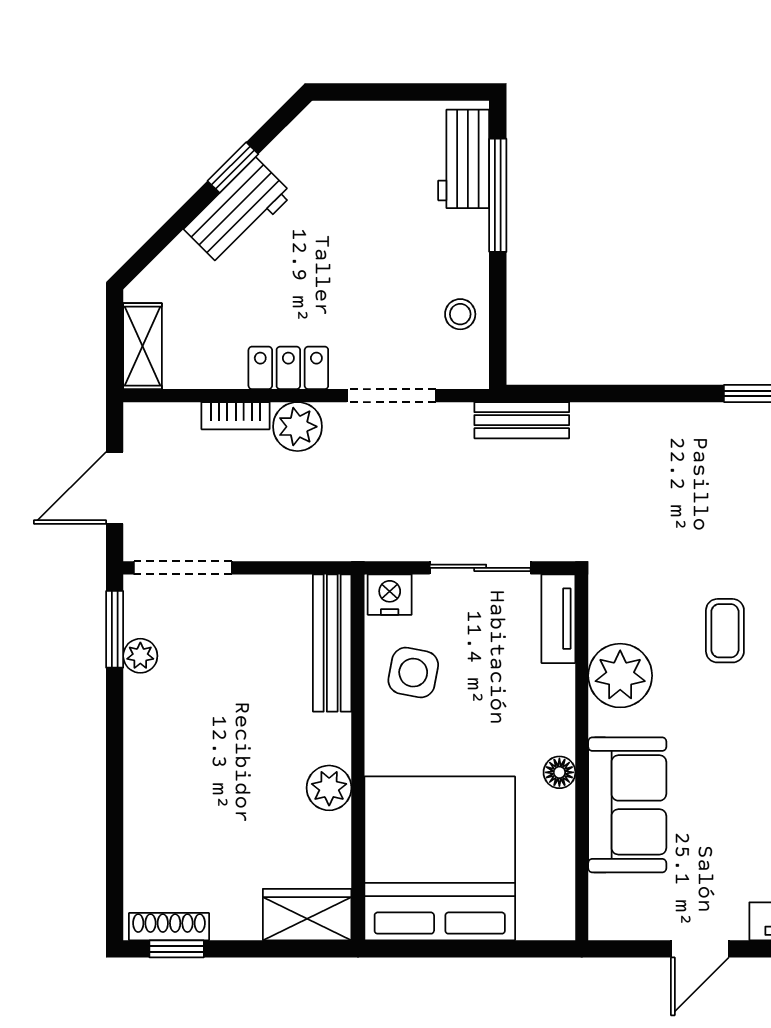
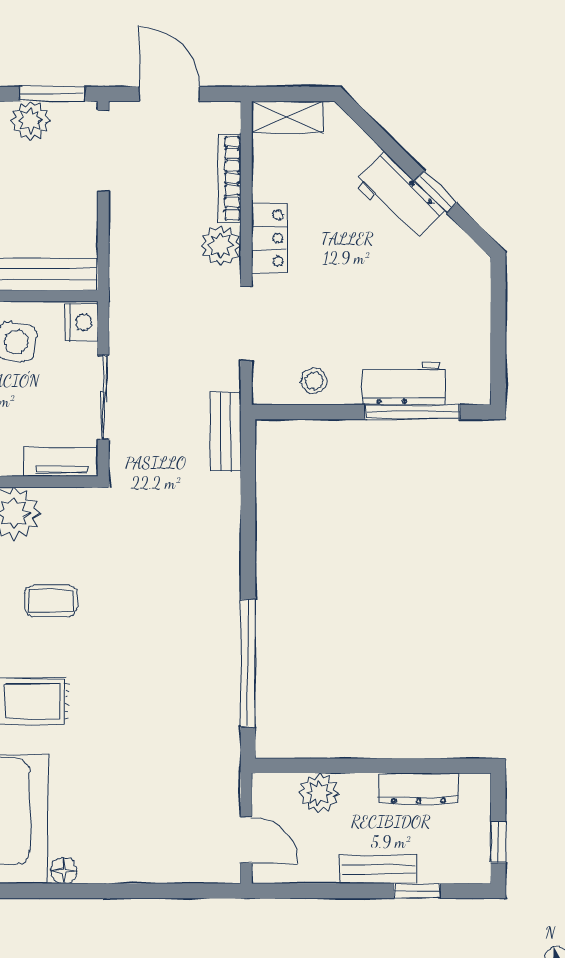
workbench: (464, 159) -> (404, 384), moved
bookcase: (236, 416) -> (229, 178), width x1.56
plant: (140, 656) -> (30, 121), width x1.38, depth x1.38

